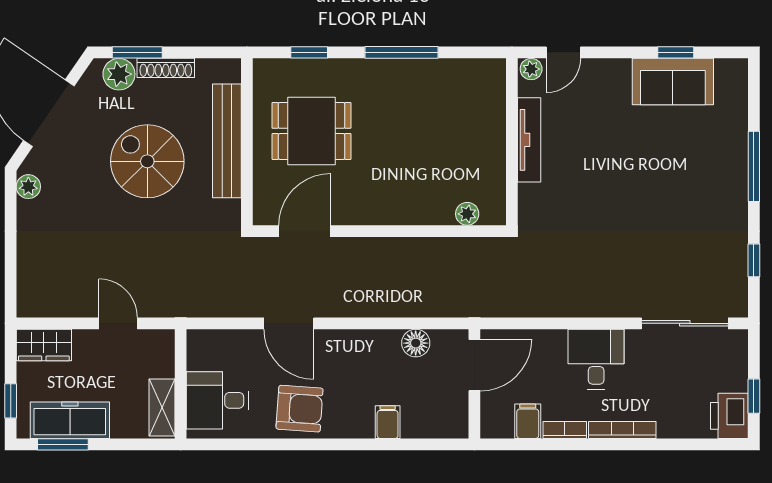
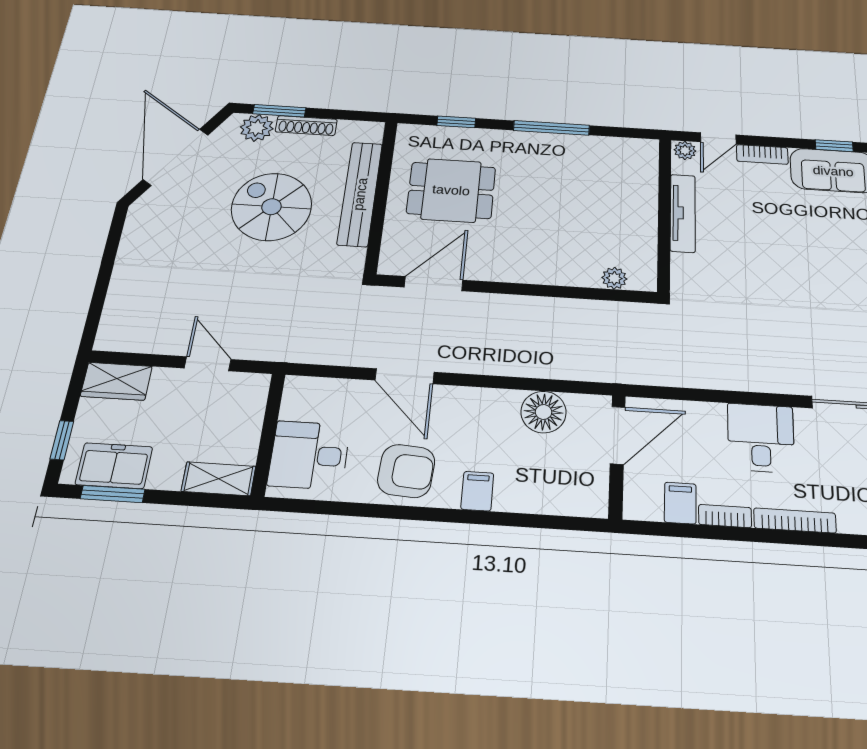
bookcase: (606, 68) -> (762, 154), added
plant: (28, 187) -> (138, 222), removed
floor lamp: (416, 343) -> (544, 412), width x1.38, depth x1.38
shelving: (162, 407) -> (219, 479), moved, turned 90
freezer: (70, 420) -> (114, 466), width x0.71
filing cabinet: (388, 422) -> (477, 491), moved

